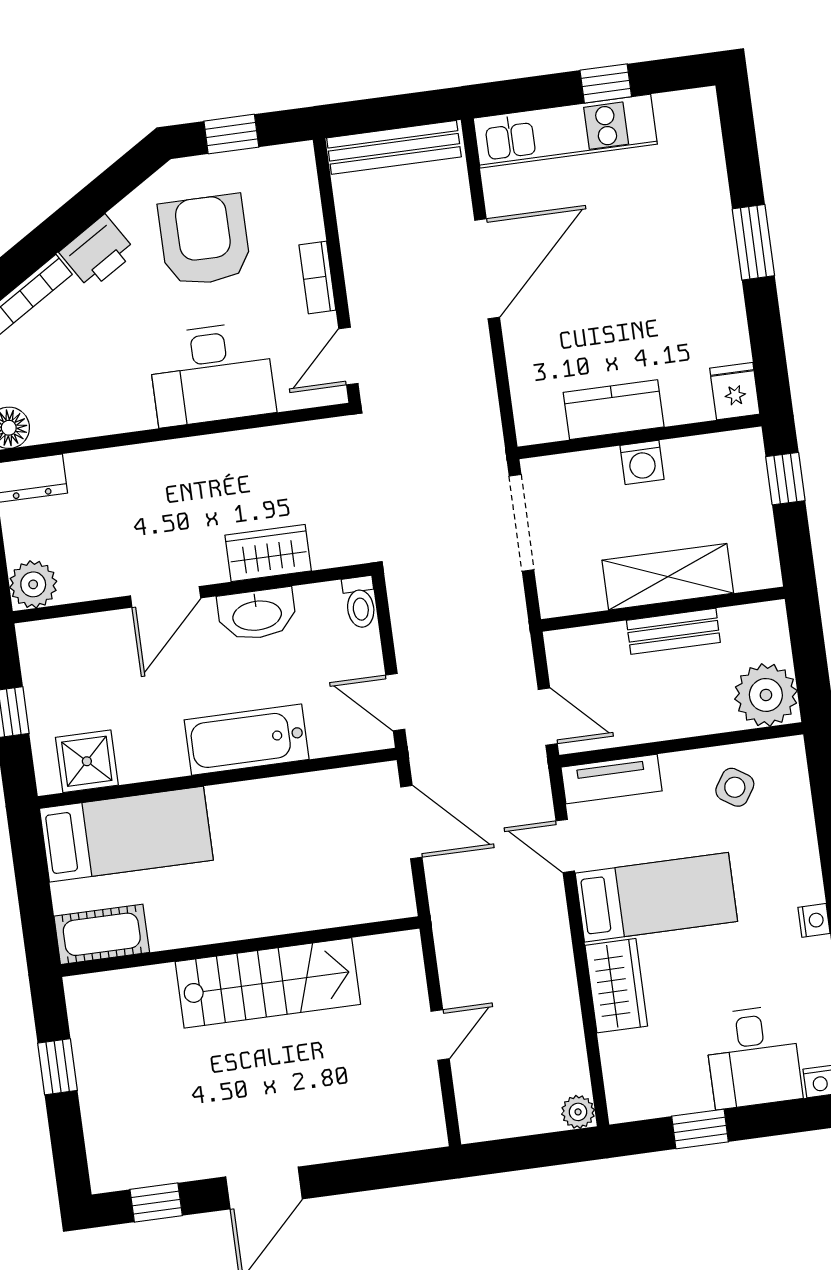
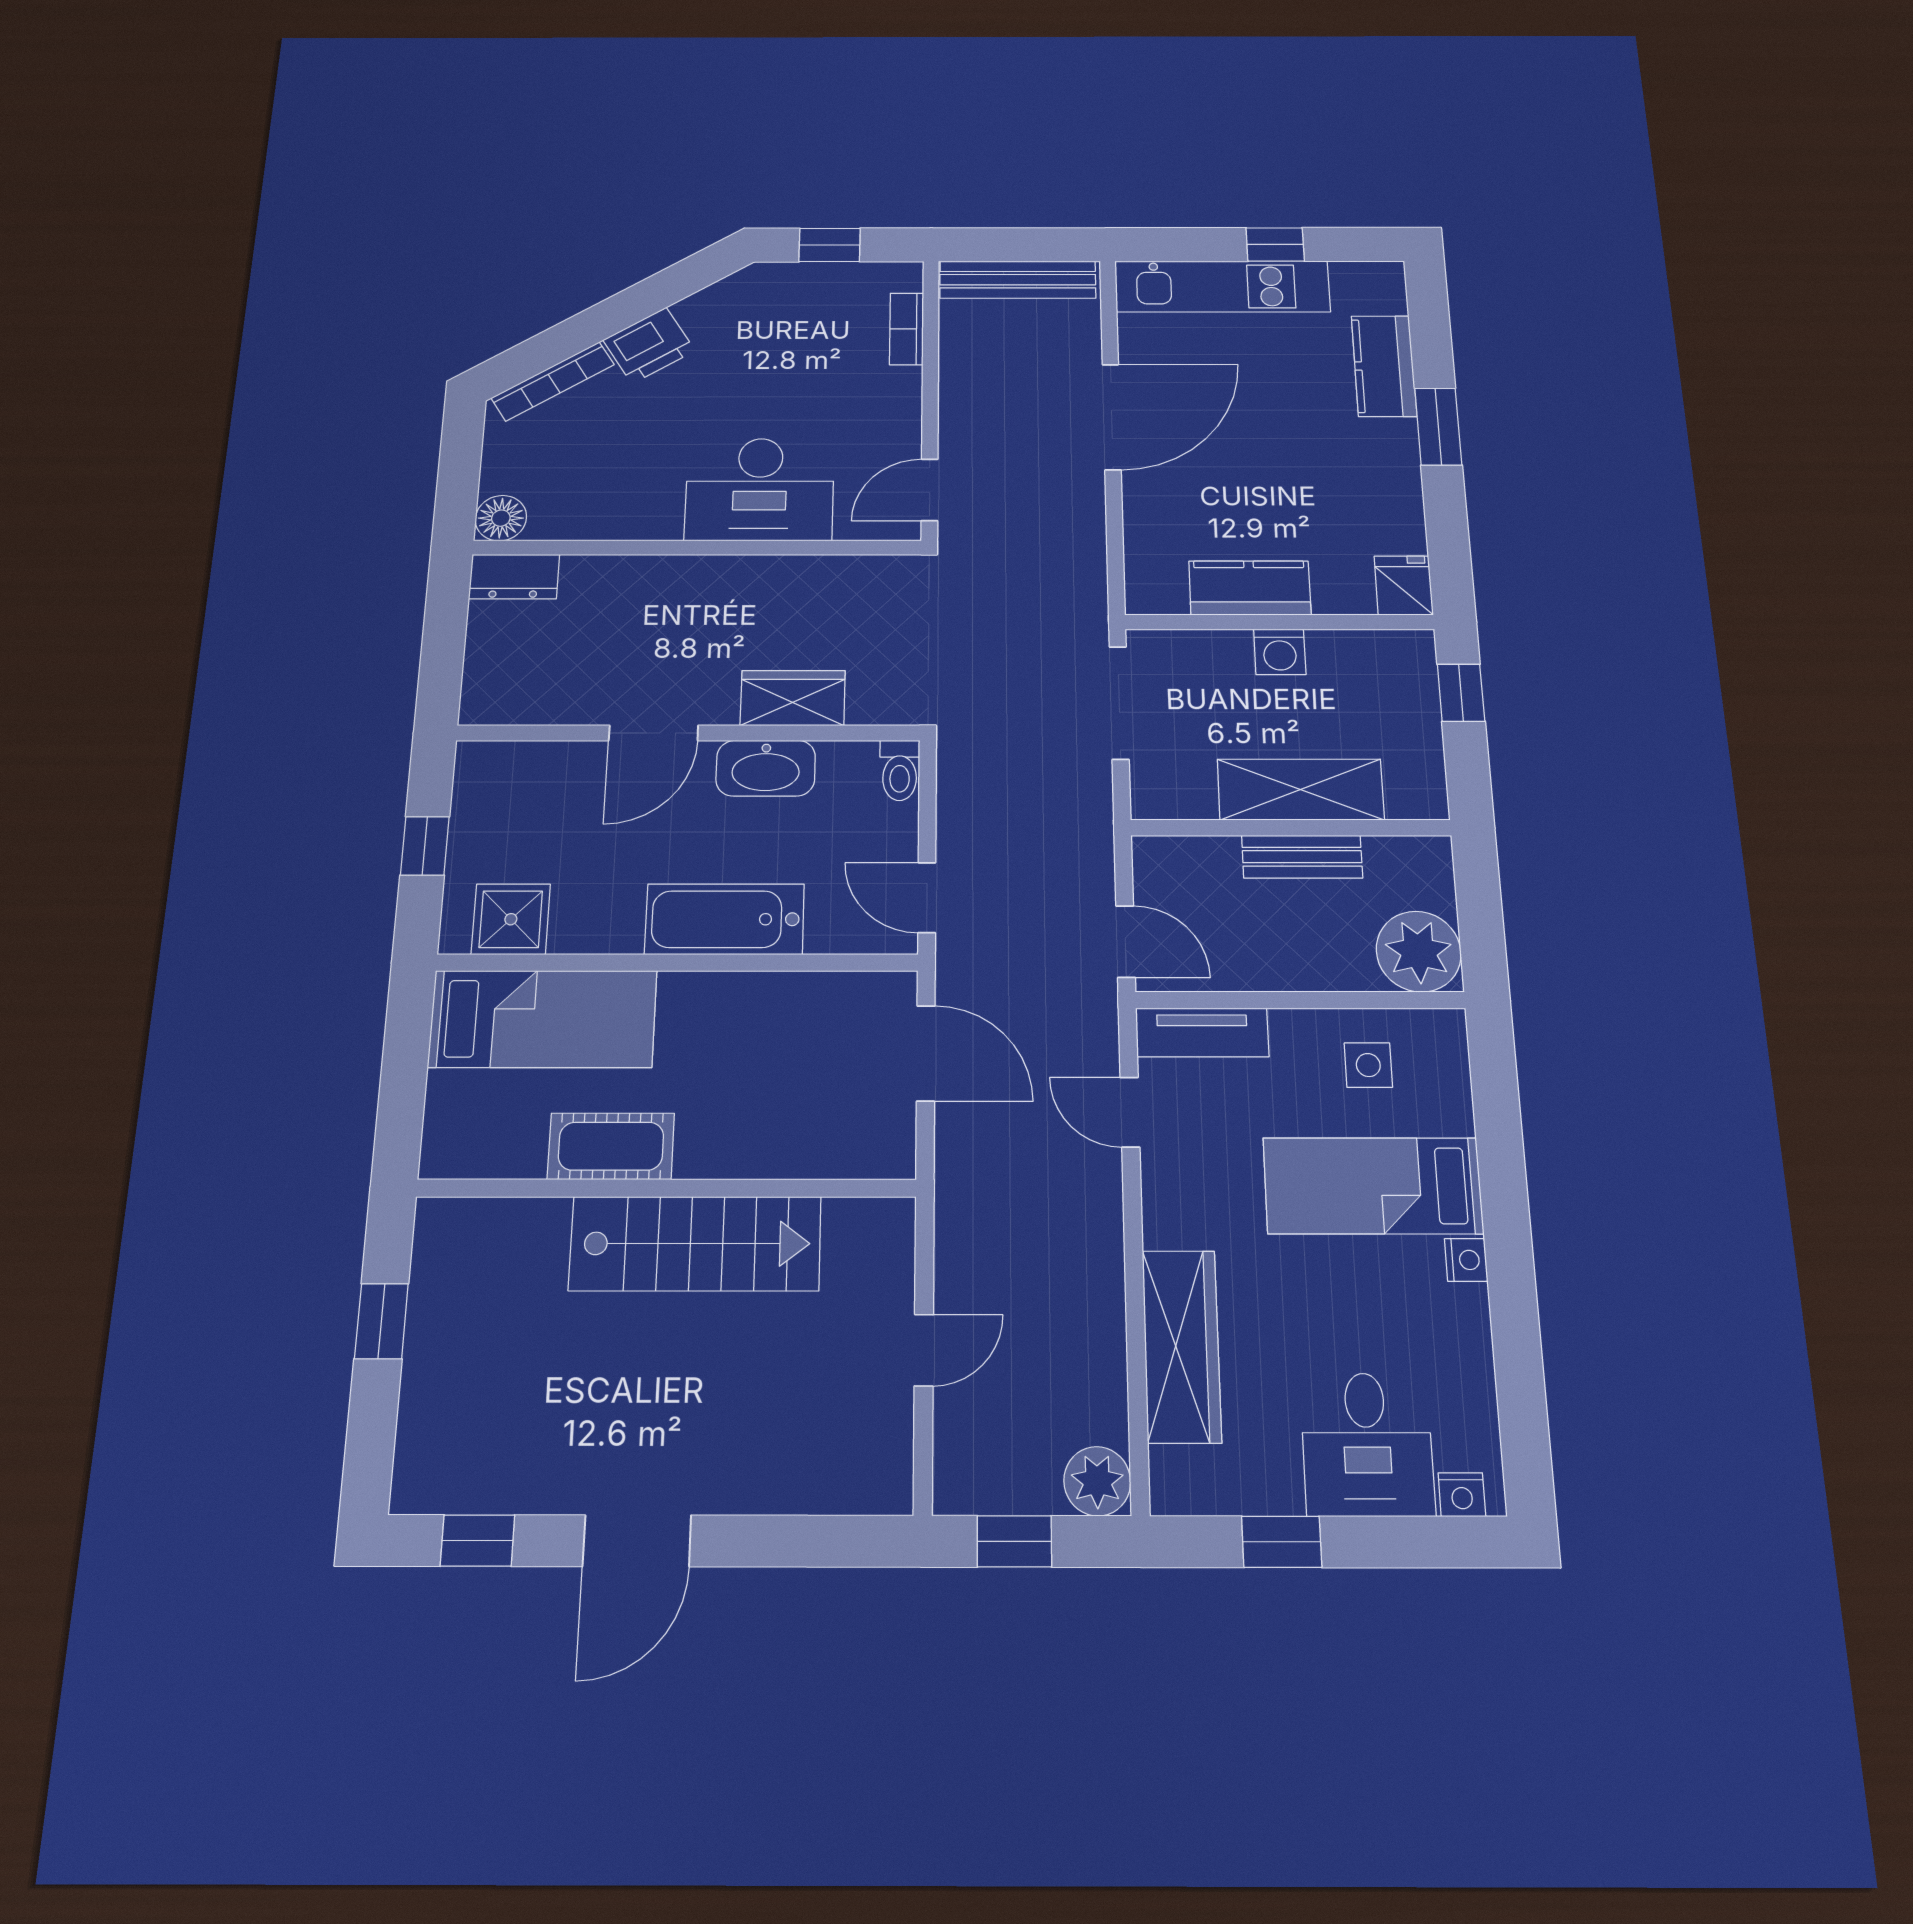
kitchen counter: (705, 191) -> (1384, 366), added
armchair: (204, 240) -> (778, 348), removed
bookcase: (317, 277) -> (907, 329), moved
plant: (33, 584) -> (490, 698), removed
side table: (735, 787) -> (1368, 1065), turned -33
bed: (656, 897) -> (1373, 1186), moved, turned 180
cot: (102, 934) -> (611, 1146), moved
wardrobe: (616, 986) -> (1181, 1346), width x1.50
plant: (578, 1112) -> (1097, 1481), width x1.38, depth x1.38
window: (519, 1153) -> (1014, 1541), added

